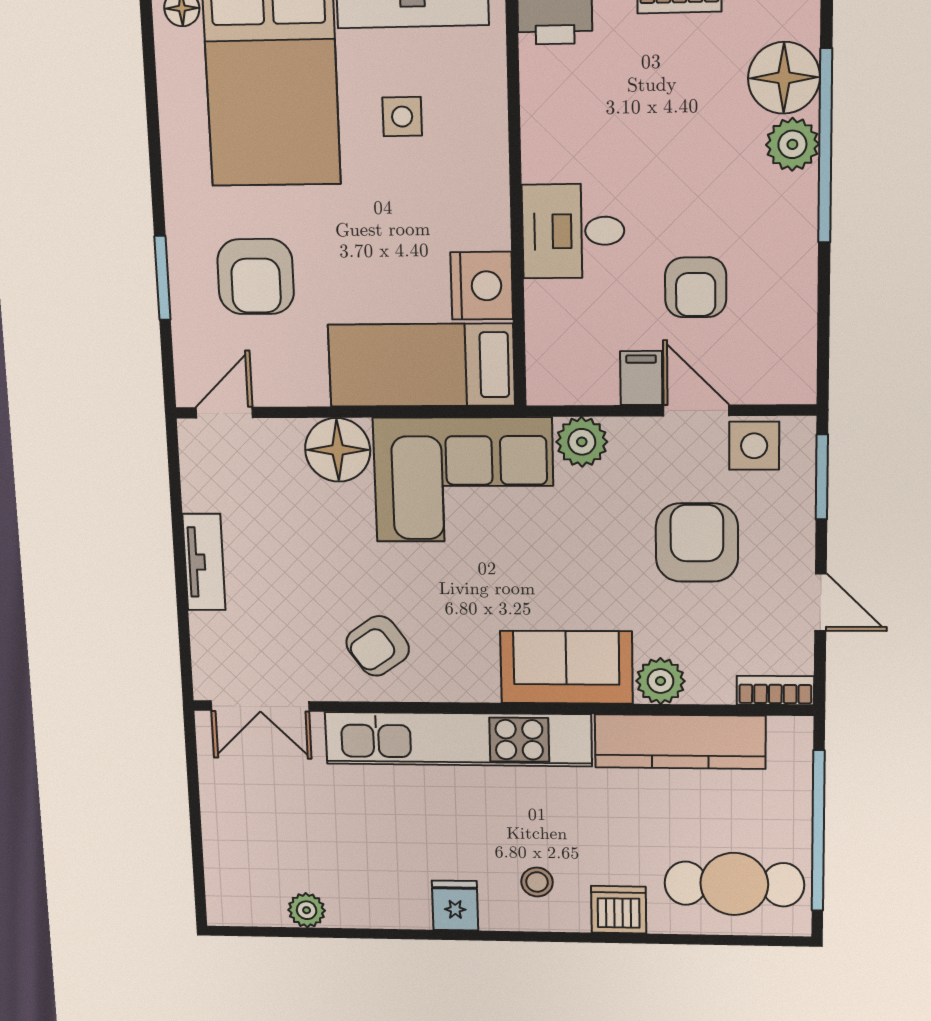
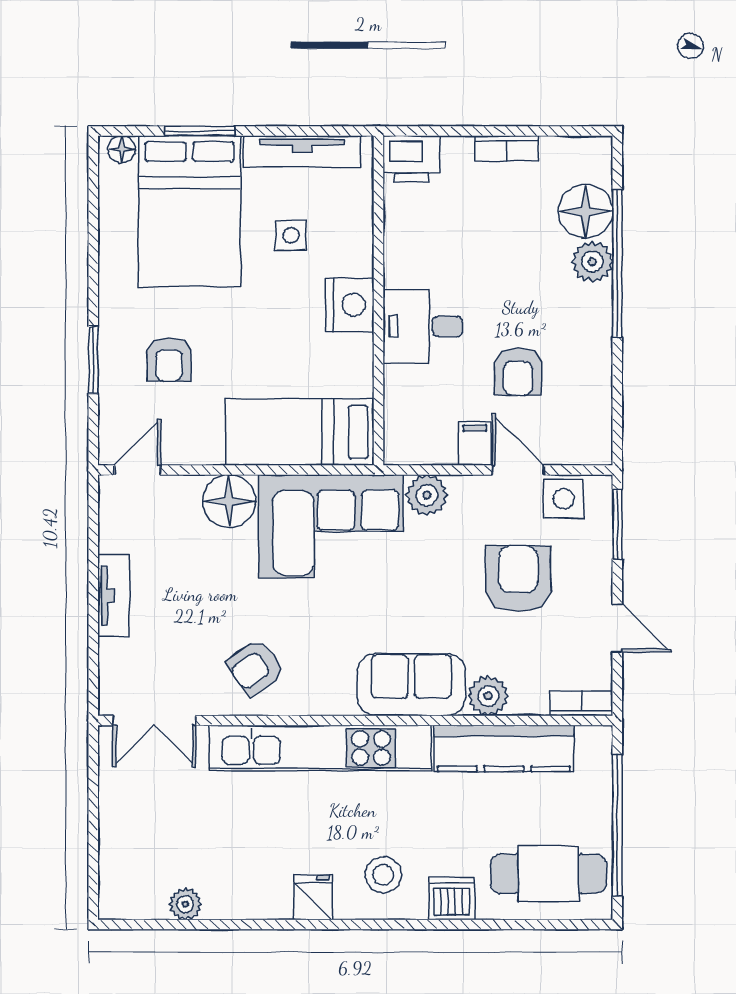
armchair: (256, 277) -> (169, 359), width x0.72, depth x0.72
nightstand: (482, 286) -> (350, 305), moved
stool: (537, 882) -> (383, 875), width x1.37, depth x1.37

